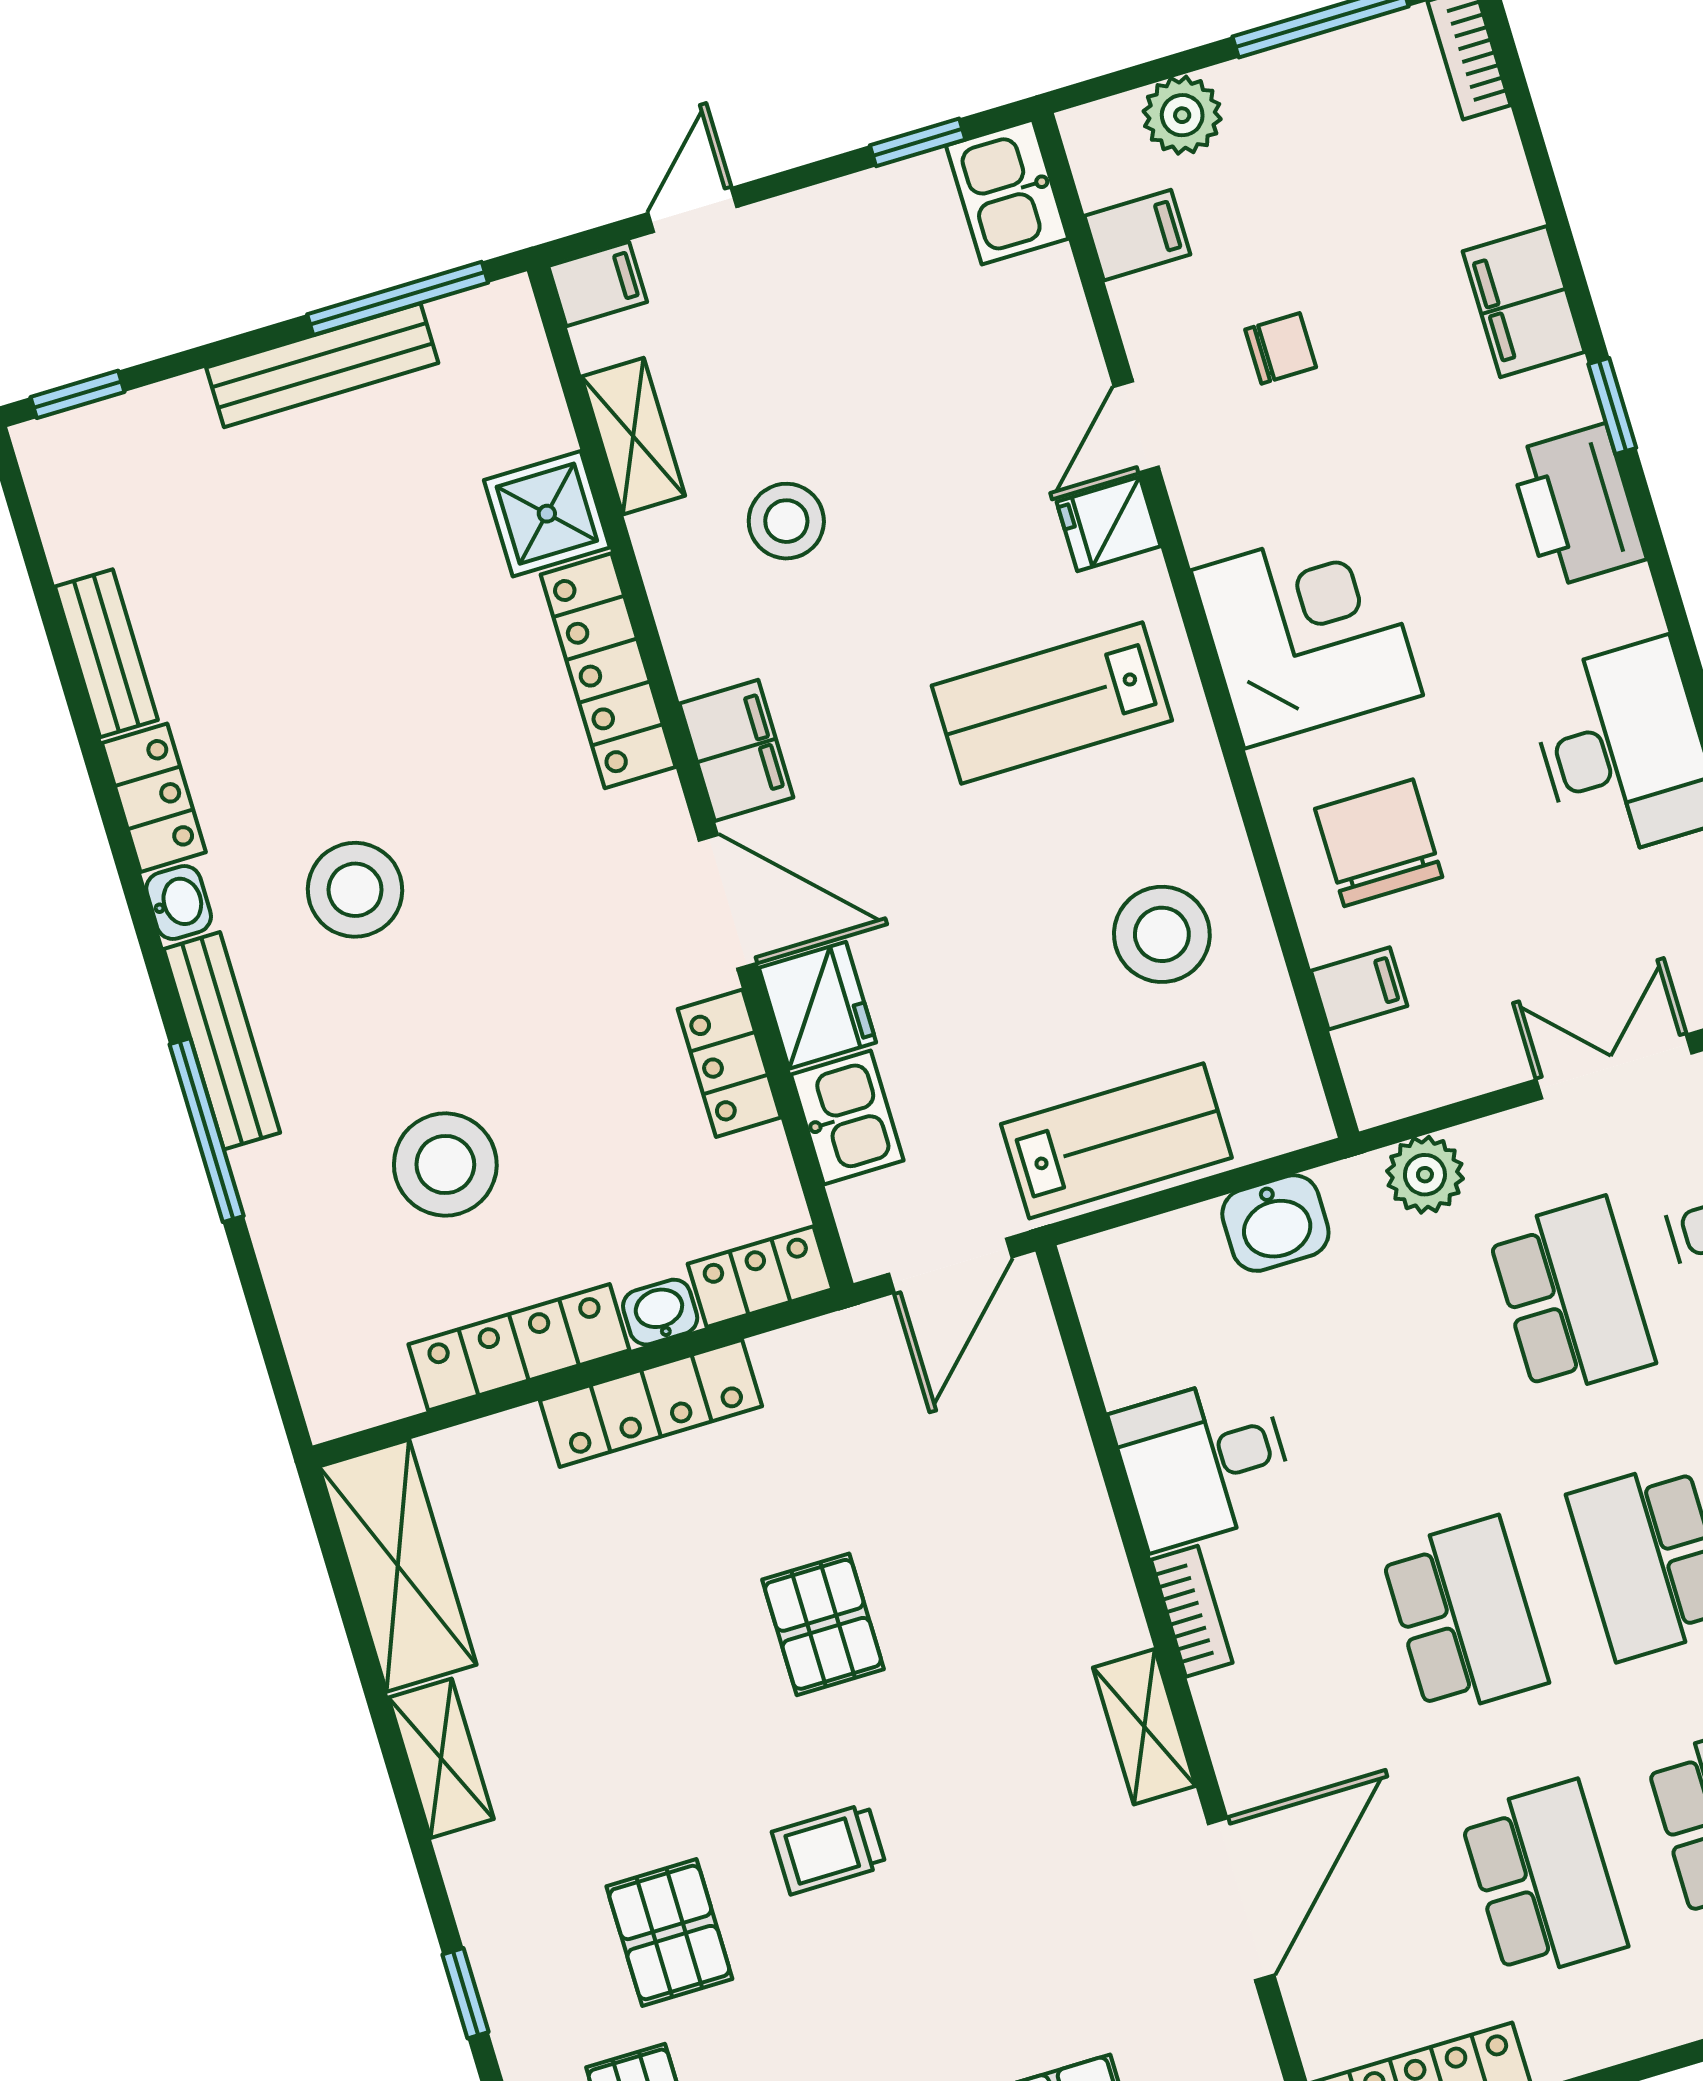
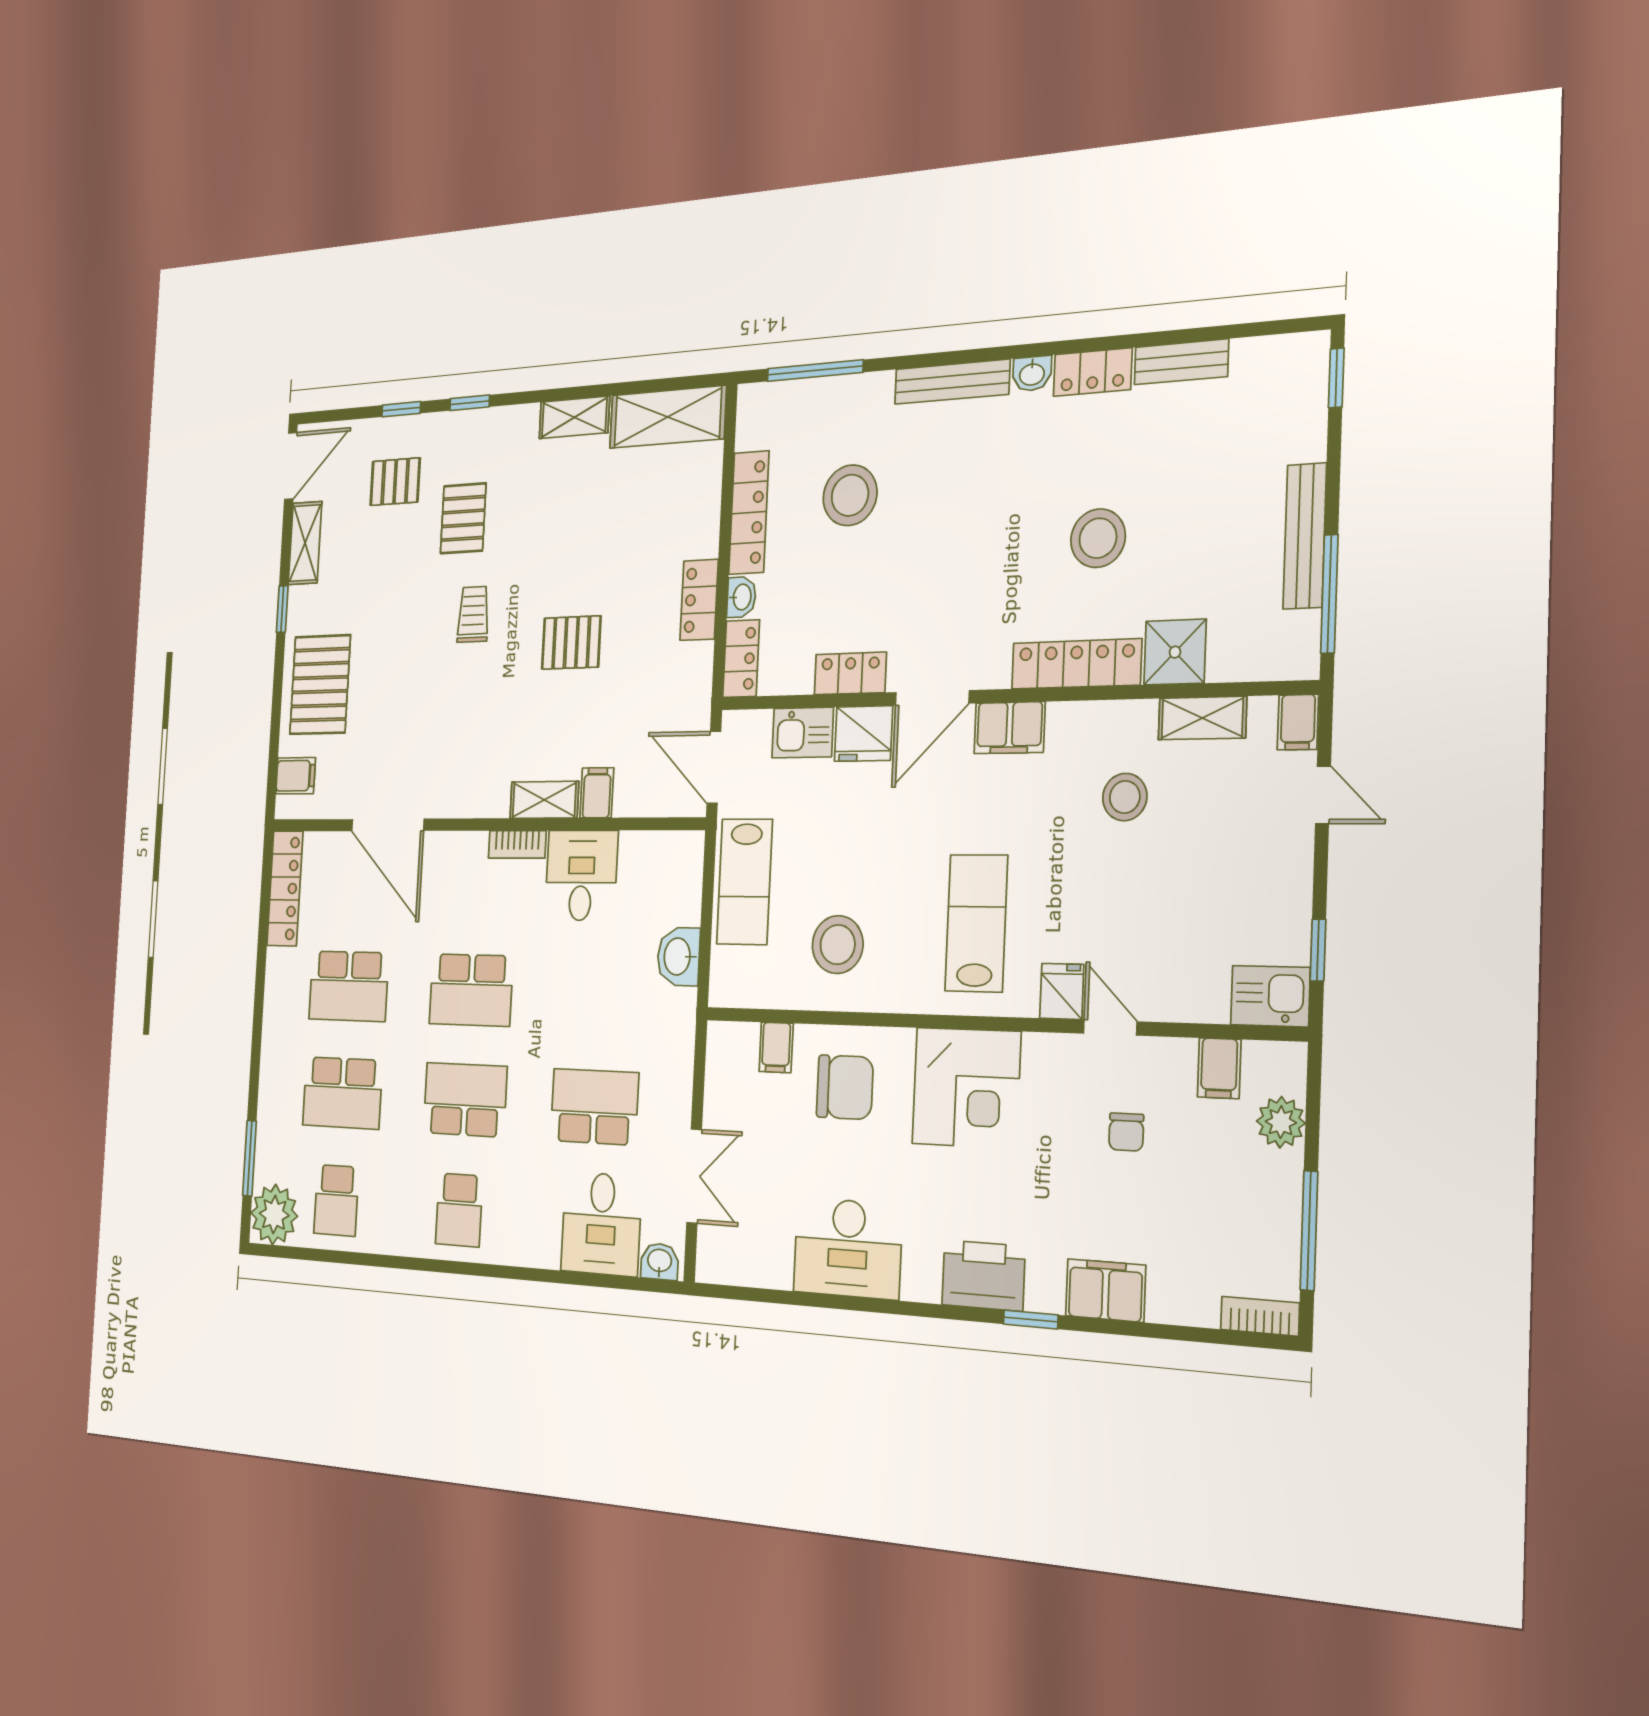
stool: (355, 890) -> (1098, 538), moved
window: (207, 1130) -> (815, 371), moved
plant: (1425, 1175) -> (676, 1049), removed
school desk: (1571, 1297) -> (594, 1107), turned 180
locker: (651, 1403) -> (699, 600), width x0.66
filing cabinet: (1058, 1480) -> (597, 793), added
shelving: (1144, 1727) -> (544, 800), moved
pallet: (669, 1933) -> (463, 518), turned 90

